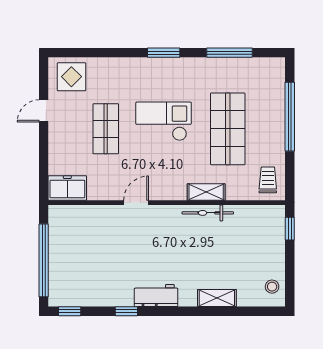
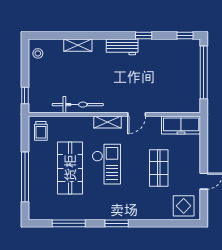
checkout: (164, 121) -> (106, 164), moved, turned -90
freezer: (67, 188) -> (181, 125), width x1.40
shelving: (206, 192) -> (107, 122), moved
bicycle: (208, 213) -> (78, 105), width x1.37, depth x1.40

